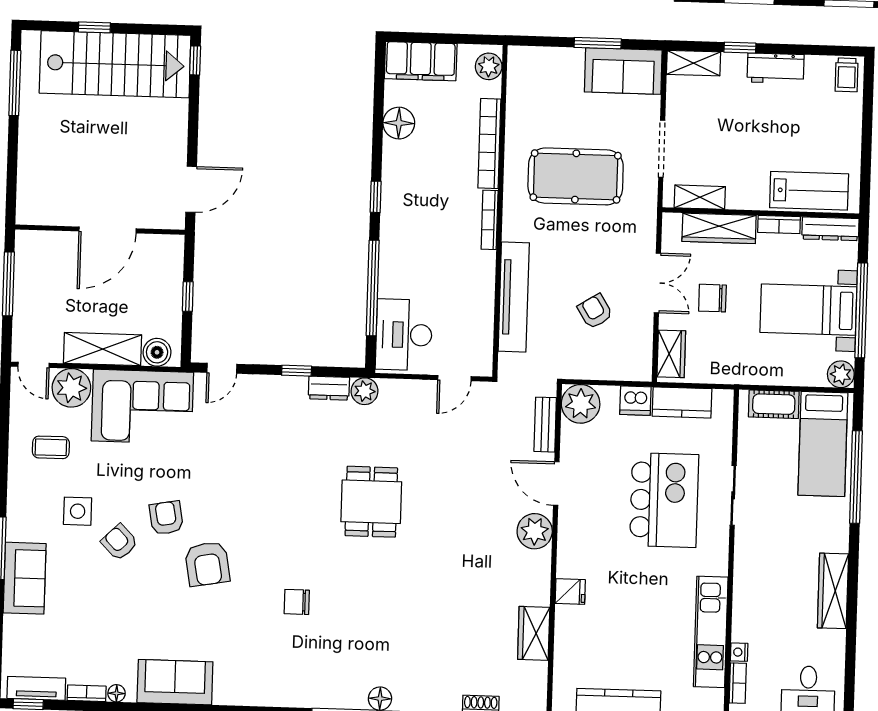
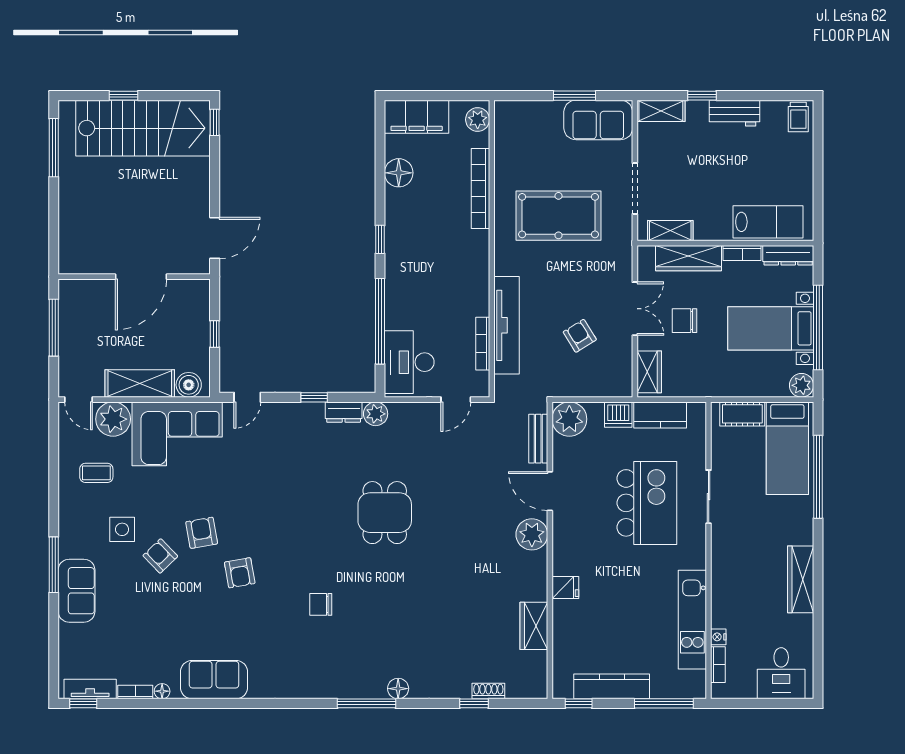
bookcase: (490, 220) -> (483, 344), moved
armchair: (207, 564) -> (240, 573), width x0.72, depth x0.72

